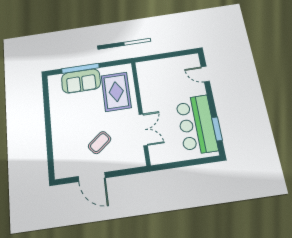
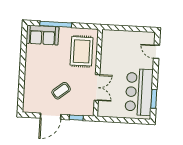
sofa: (81, 81) -> (42, 35), moved
window: (125, 172) -> (76, 118), added
door: (92, 177) -> (51, 116), hinge flipped

